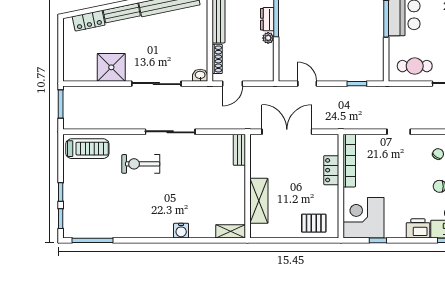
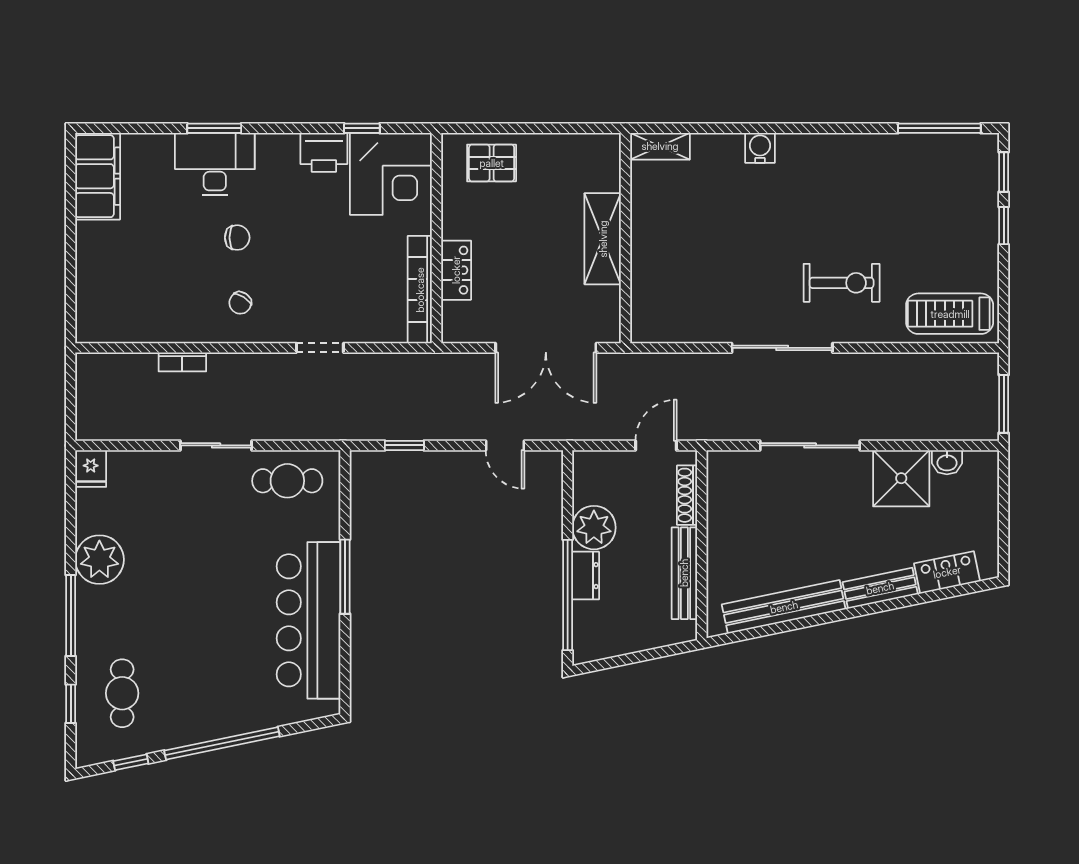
plant: (268, 38) -> (594, 528), width x1.87, depth x1.87
washbasin: (200, 75) -> (947, 462), moved
bench: (239, 150) -> (642, 312), removed
shelving: (259, 201) -> (603, 239), moved
printer: (418, 228) -> (324, 152), moved

